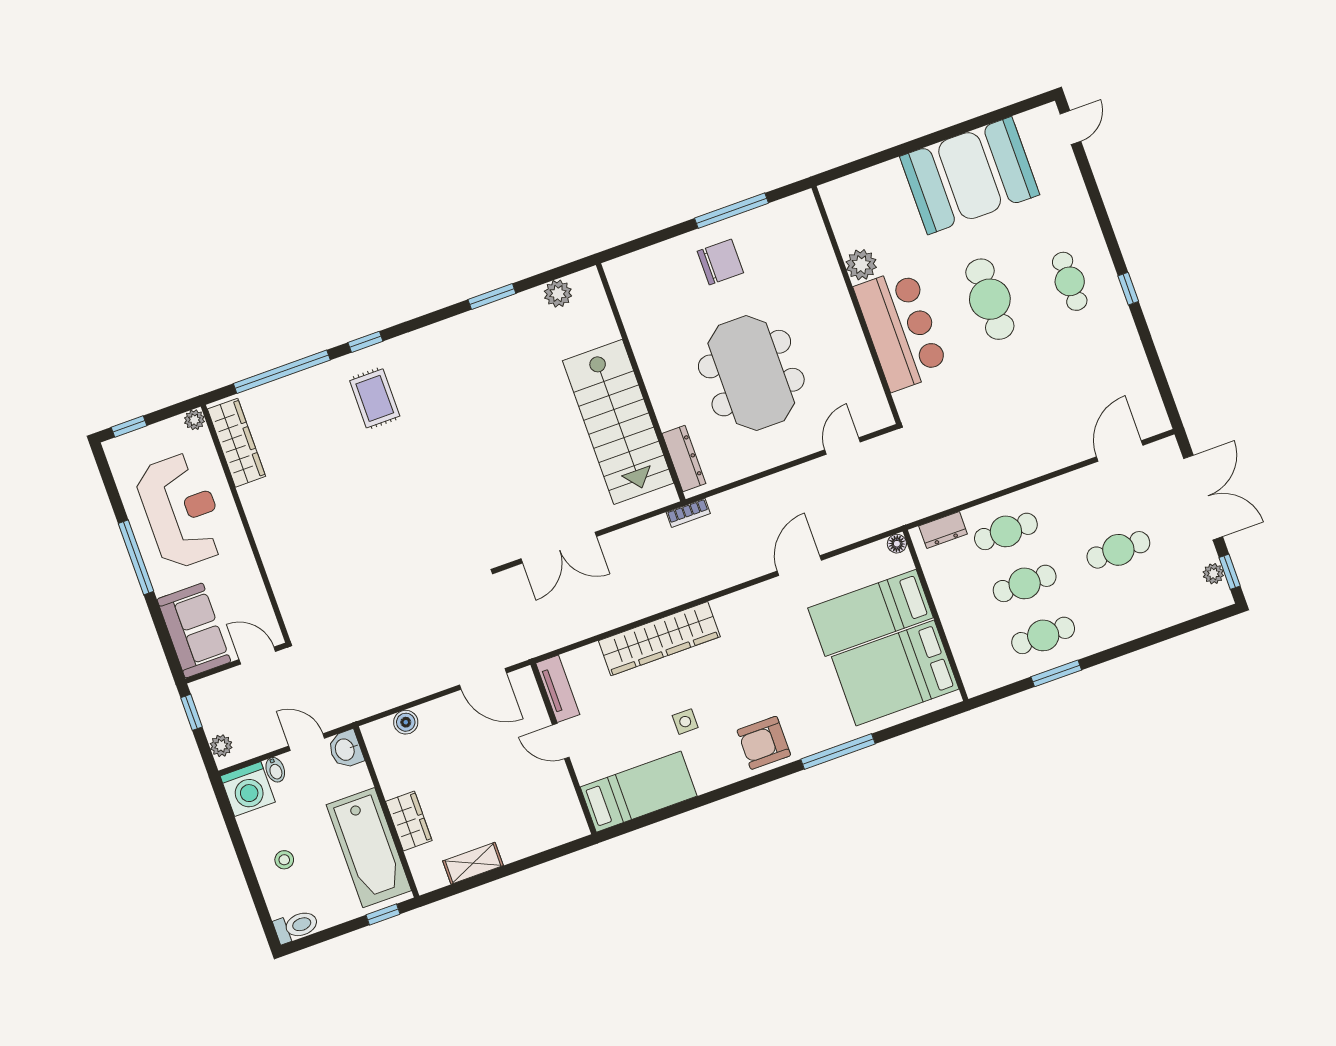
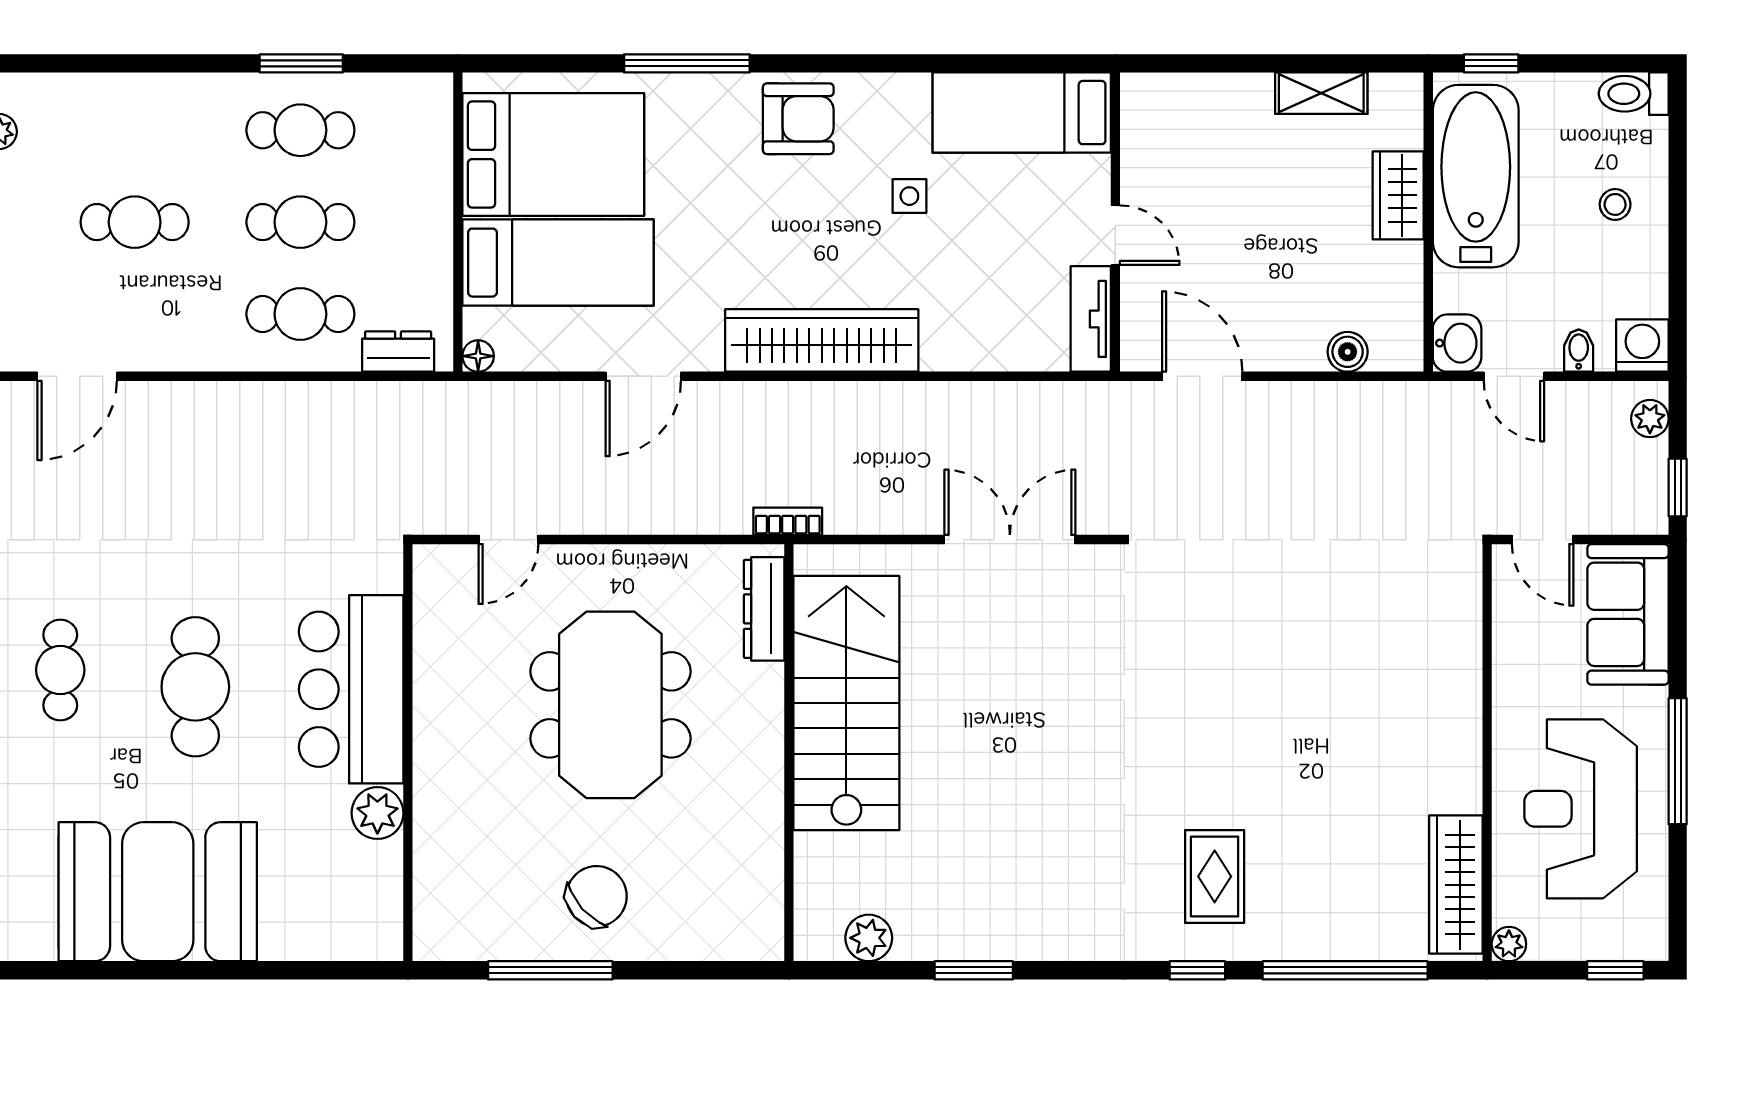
chair: (720, 262) -> (597, 896), turned 138
wardrobe: (659, 639) -> (822, 340), moved
washing machine: (248, 789) -> (1642, 346), width x0.73, depth x0.73

